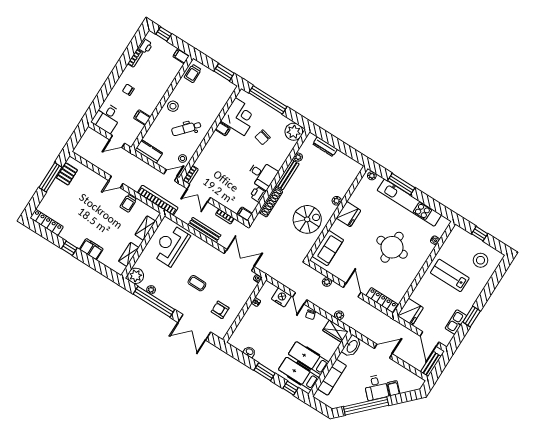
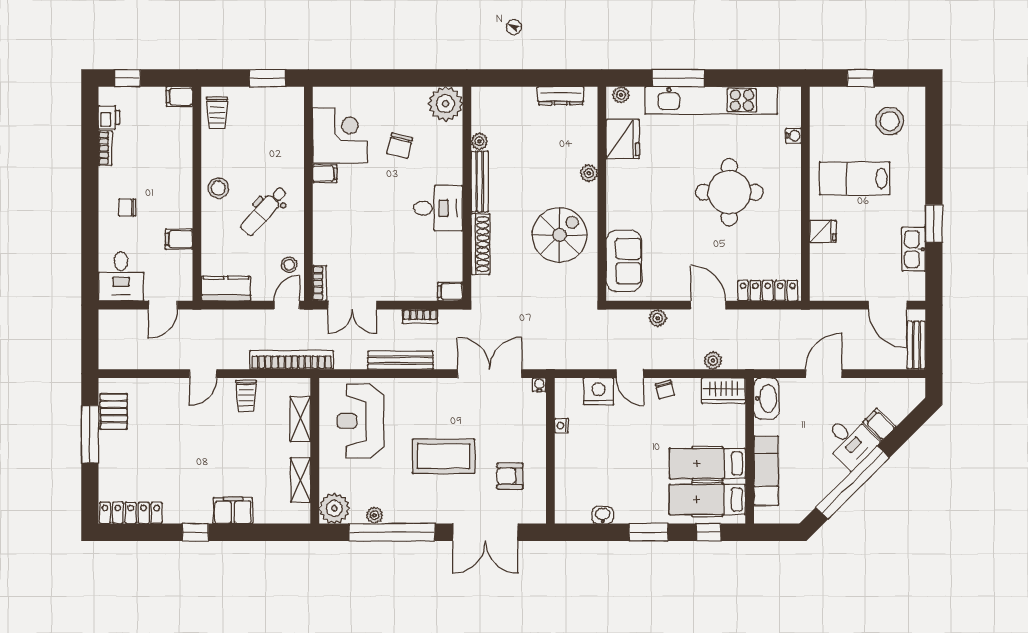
window: (268, 100) -> (369, 78), removed
dresser: (325, 147) -> (561, 96), moved
printer: (258, 194) -> (451, 245), removed
fridge: (349, 214) -> (623, 139), moved
coffee table: (197, 283) -> (444, 456), width x1.86, depth x1.72
fridge: (410, 312) -> (823, 231), moved, width x0.53, depth x0.75

